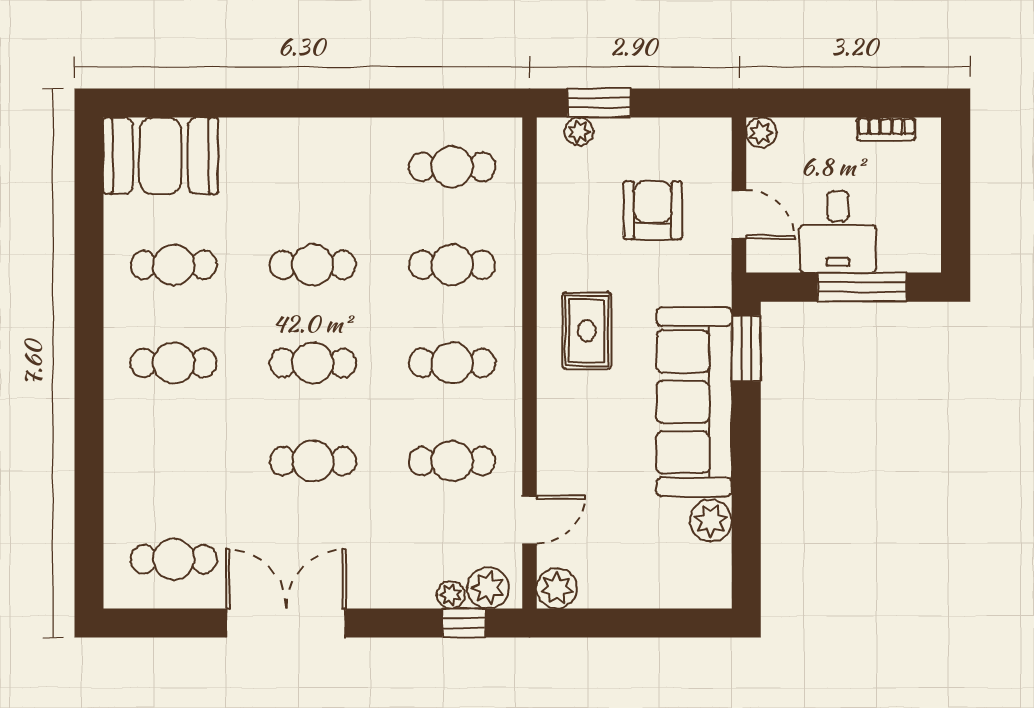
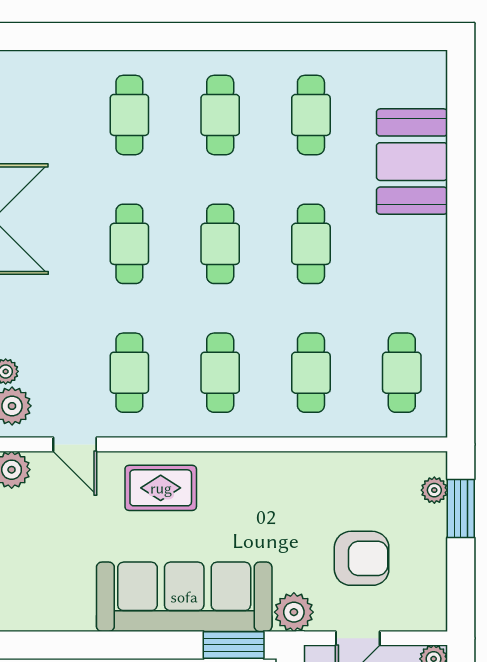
booth: (161, 156) -> (412, 162), moved
rug: (587, 331) -> (161, 488), moved
plant: (711, 520) -> (294, 612), moved
cafe table: (174, 559) -> (129, 115), moved

